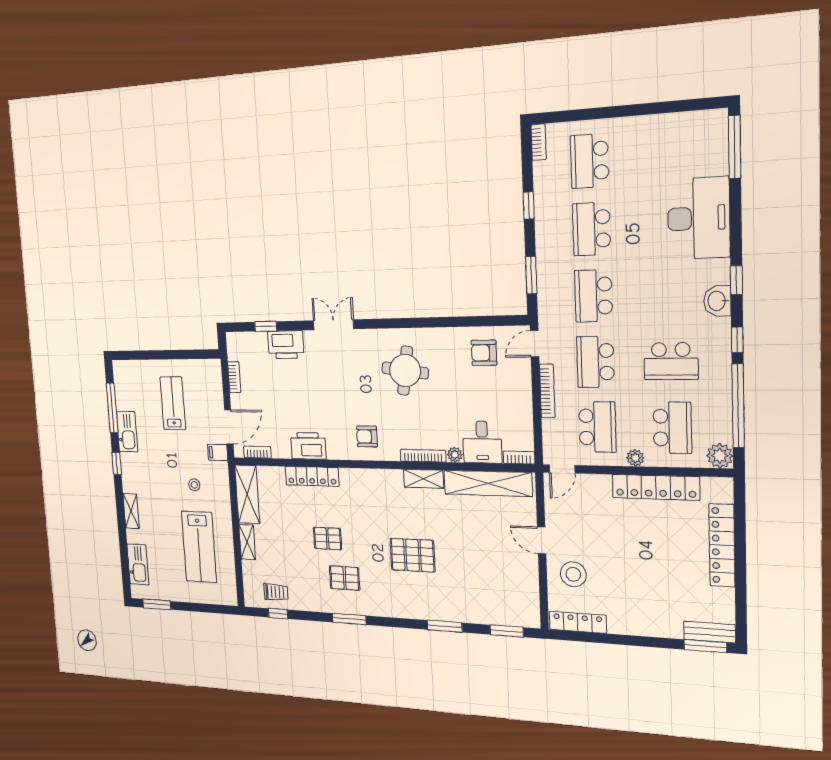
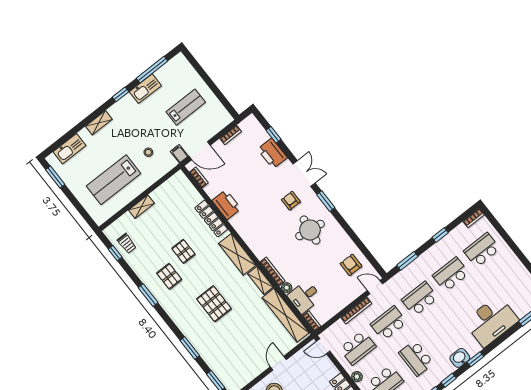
window: (384, 324) -> (326, 201), added
armchair: (367, 437) -> (291, 201), moved
shelving: (247, 494) -> (237, 254), moved, turned 90

